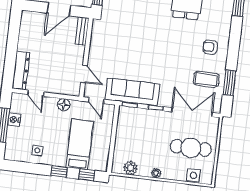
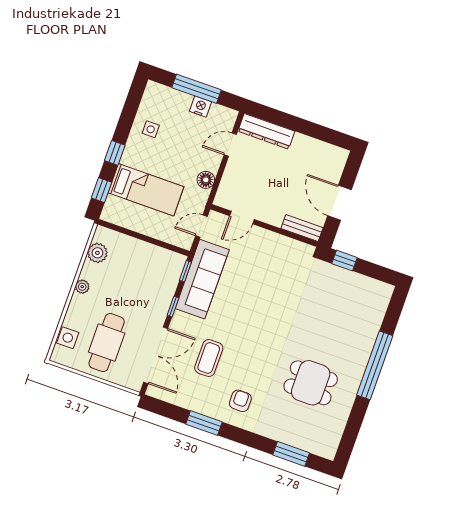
coffee table: (206, 79) -> (209, 358), moved
window: (229, 83) -> (204, 423), moved

